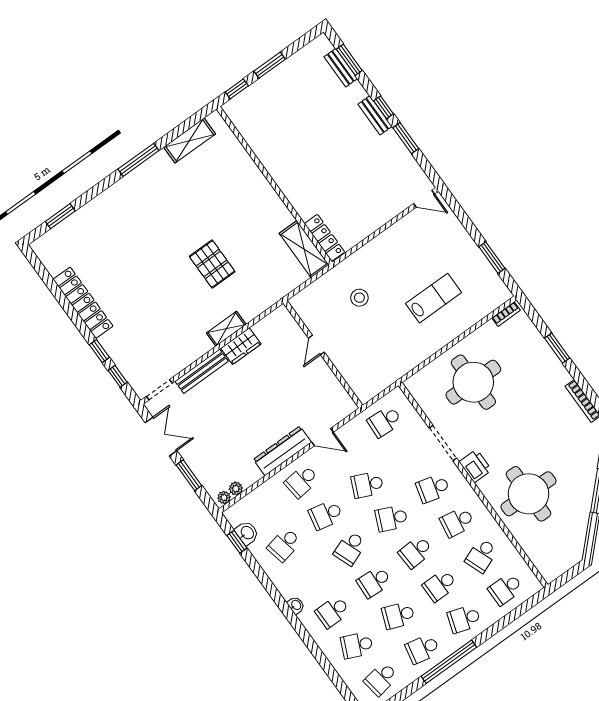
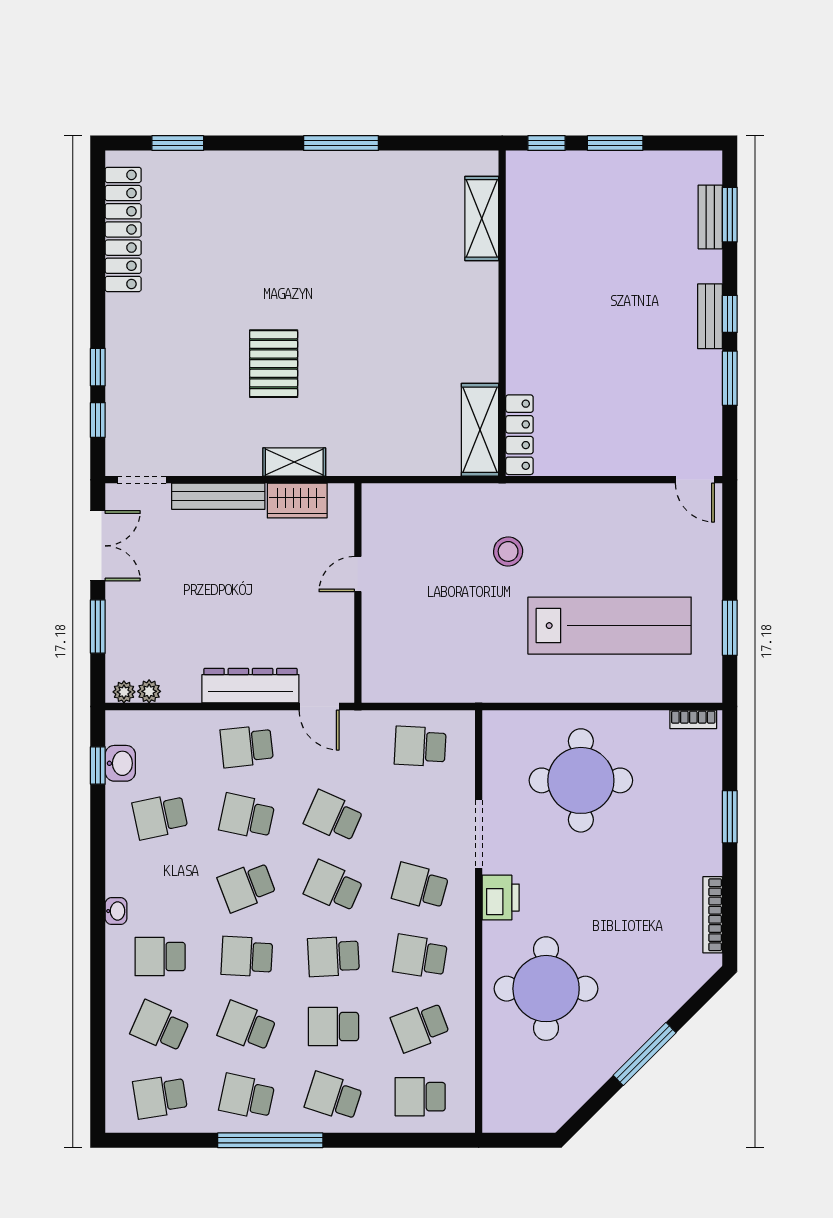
shelving: (190, 141) -> (482, 218), moved, turned 90
pallet: (212, 264) -> (274, 364), moved
lab bench: (434, 298) -> (610, 626), width x1.86, depth x1.39
locker: (83, 303) -> (123, 229), moved
door: (316, 345) -> (358, 574), moved
wall: (323, 354) -> (358, 593), moved

